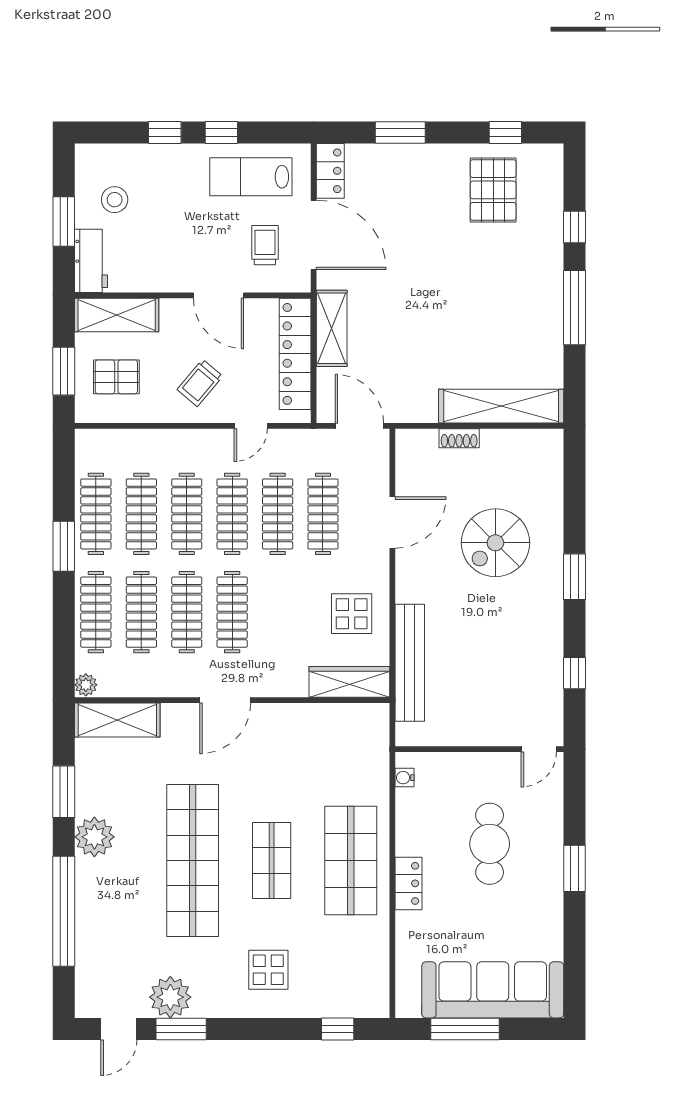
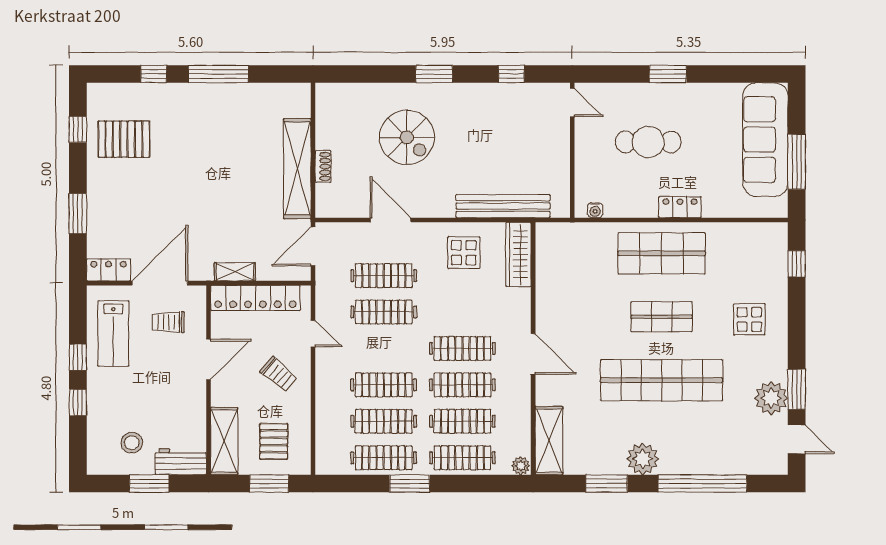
shelving: (332, 328) -> (235, 272), width x0.67, depth x0.75
shelving: (501, 406) -> (297, 169), moved
clothes rail: (232, 514) -> (384, 348), removed

